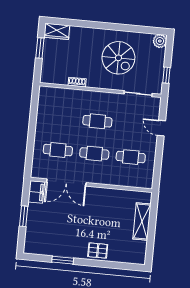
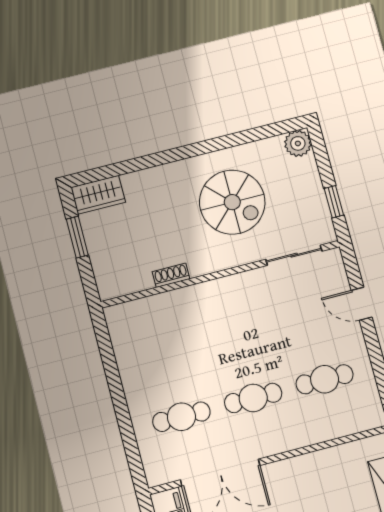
cafe table: (97, 121) -> (237, 335), removed

